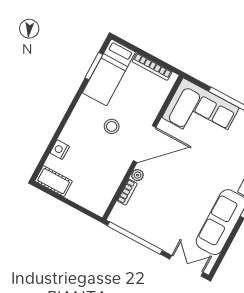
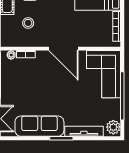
stool: (112, 126) -> (28, 23), moved
plant: (138, 175) -> (11, 55), moved

